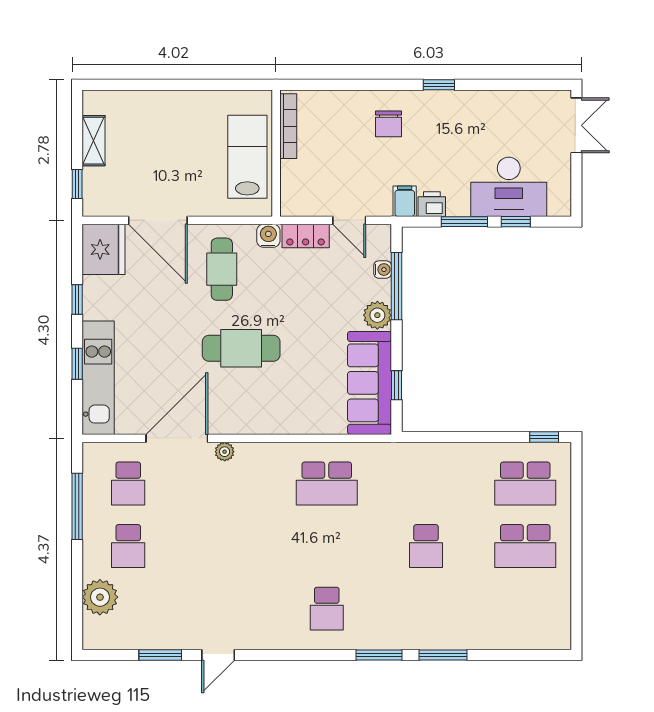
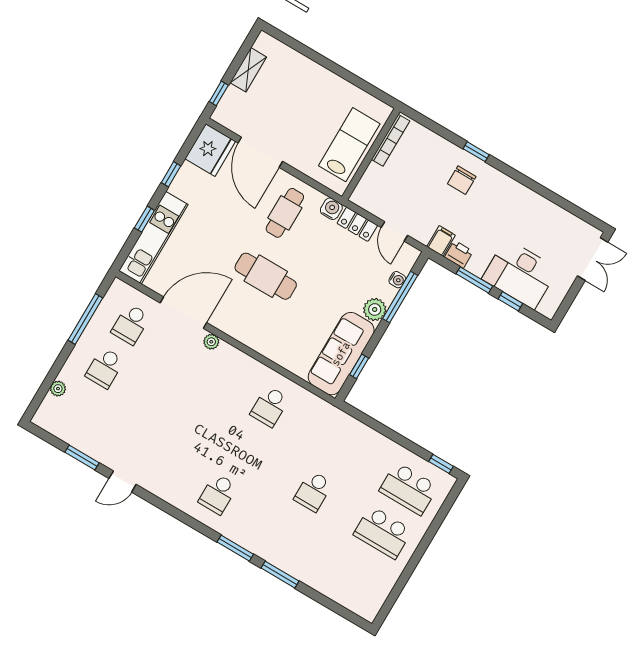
window: (439, 85) -> (476, 152), moved
school desk: (327, 484) -> (270, 406), width x0.54
plant: (100, 597) -> (58, 389), width x0.53, depth x0.53

